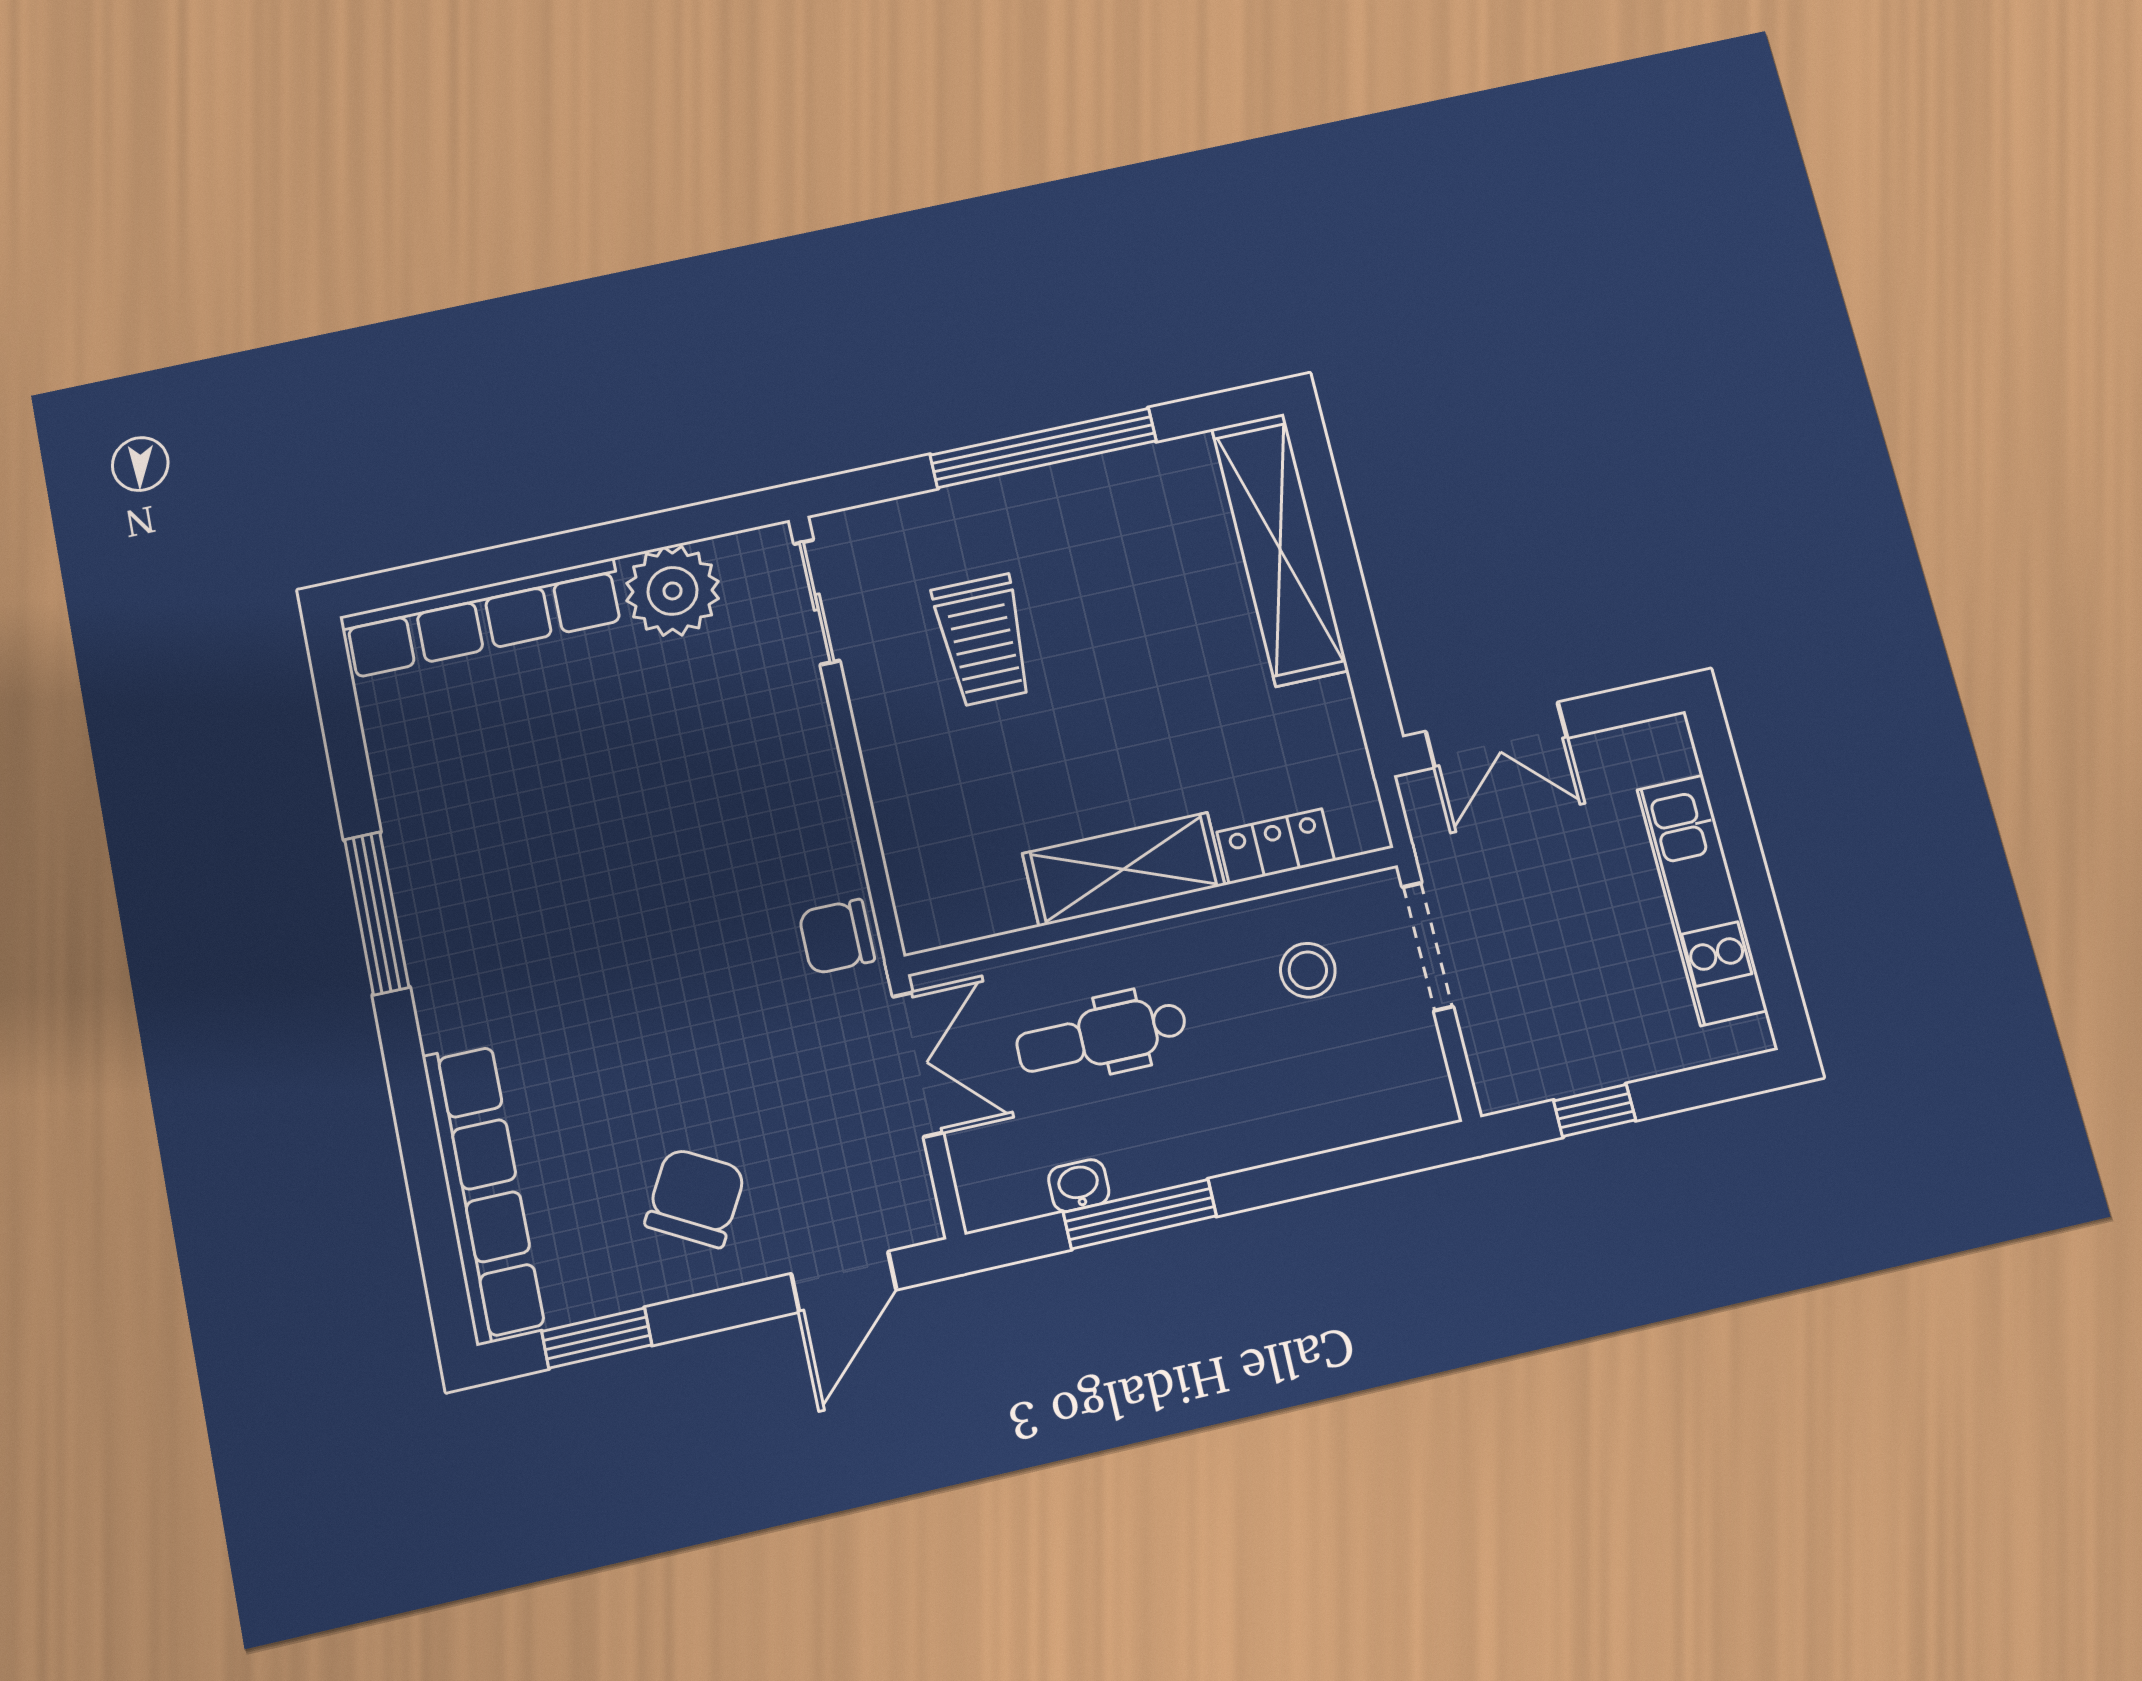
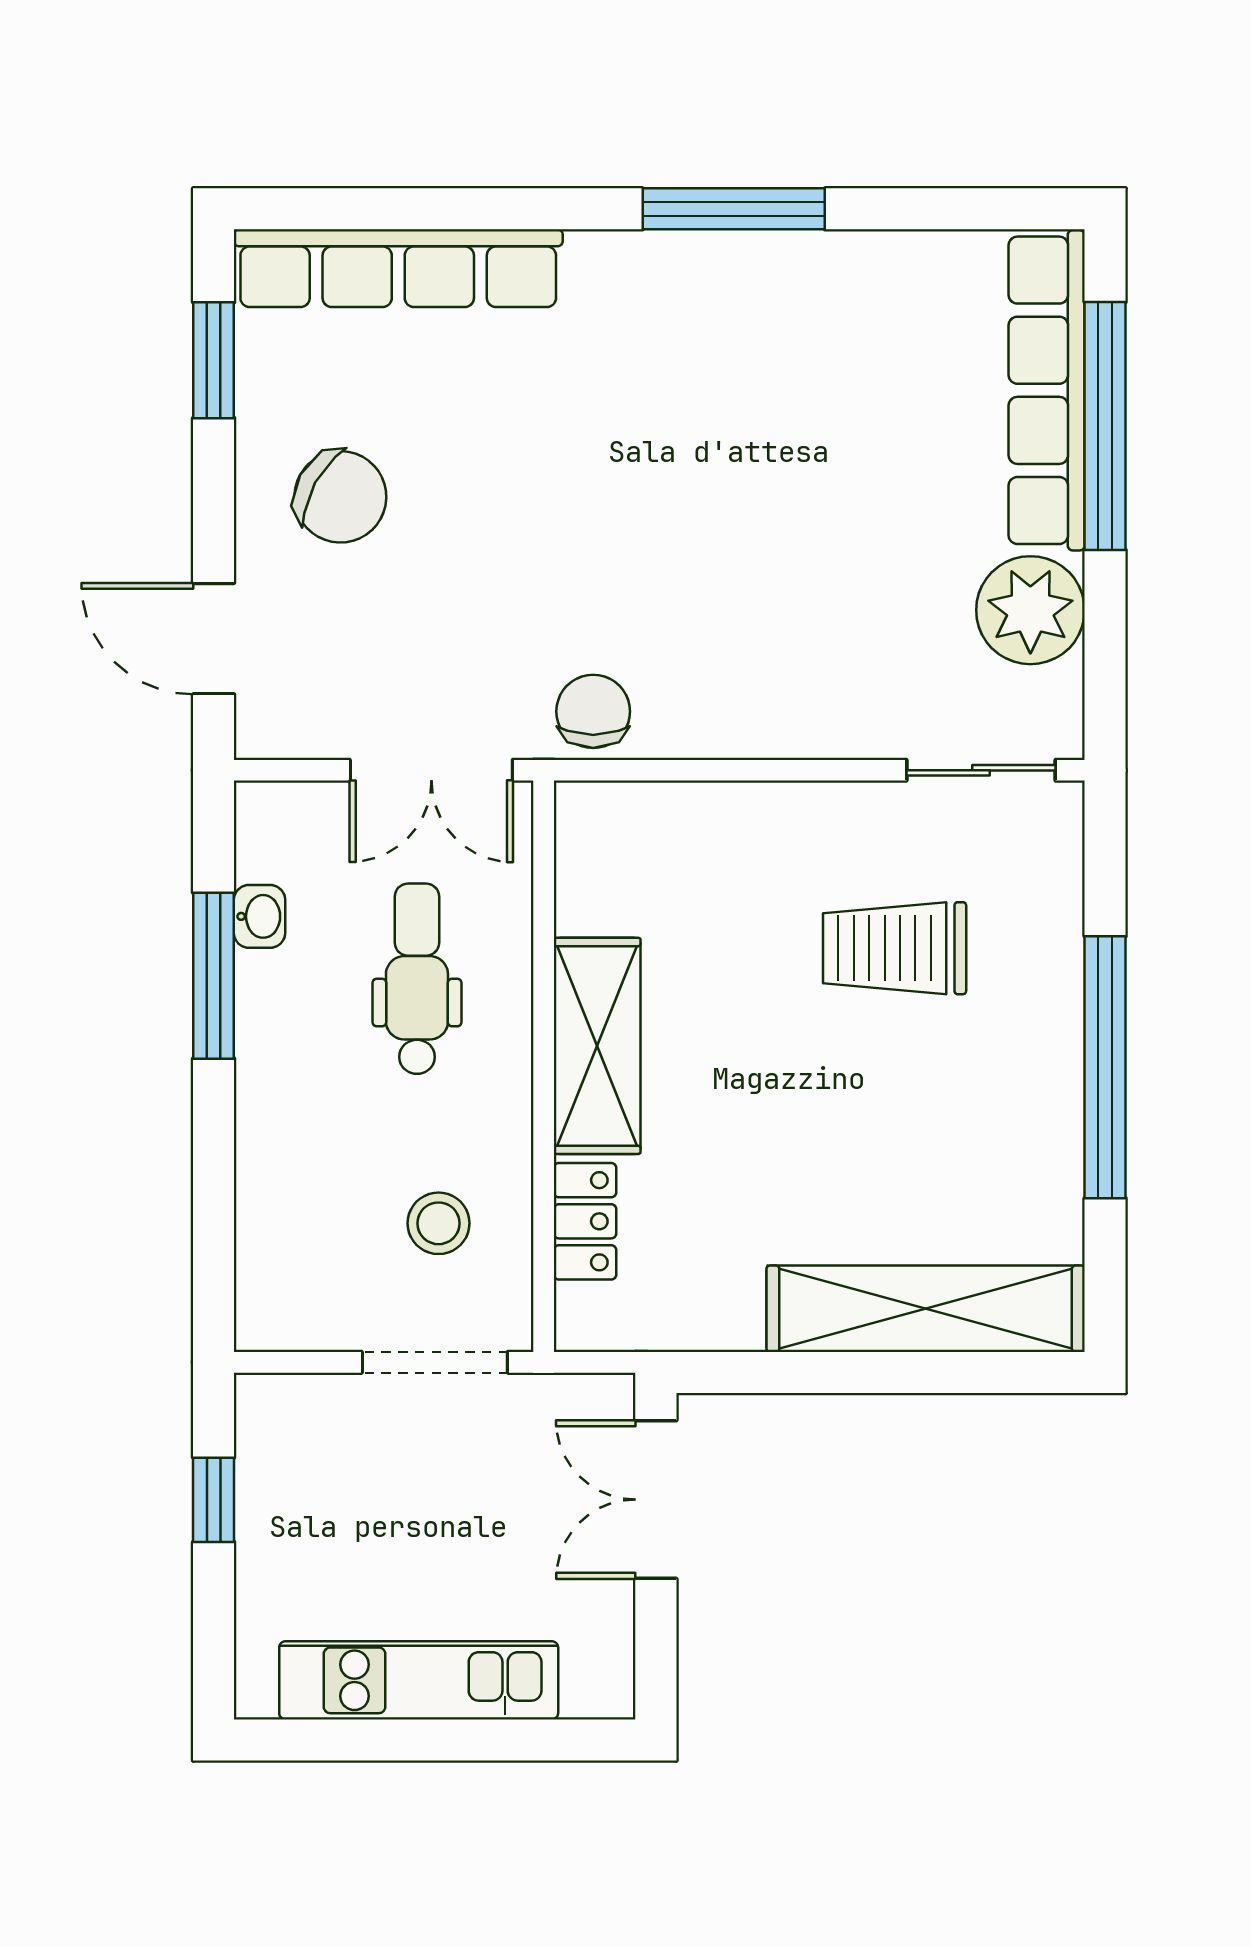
window: (504, 564) -> (1105, 426), added

